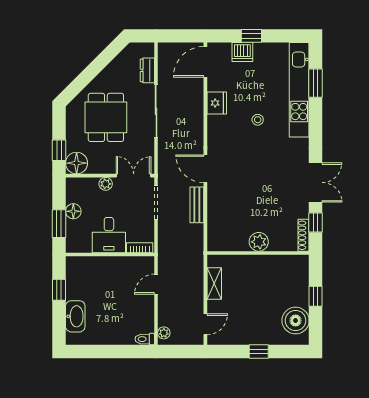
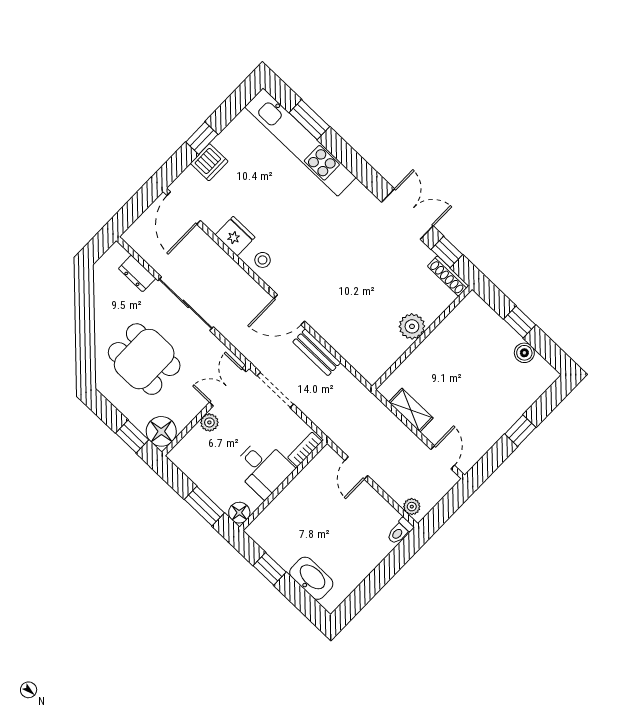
stool: (258, 120) -> (263, 260), moved
floor lamp: (73, 211) -> (239, 513), moved
boiler: (296, 321) -> (524, 353), width x0.54, depth x0.54

